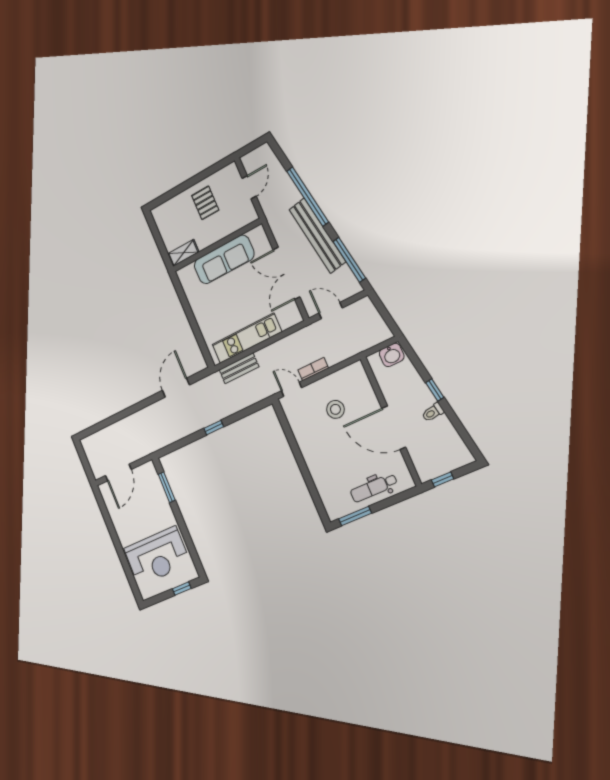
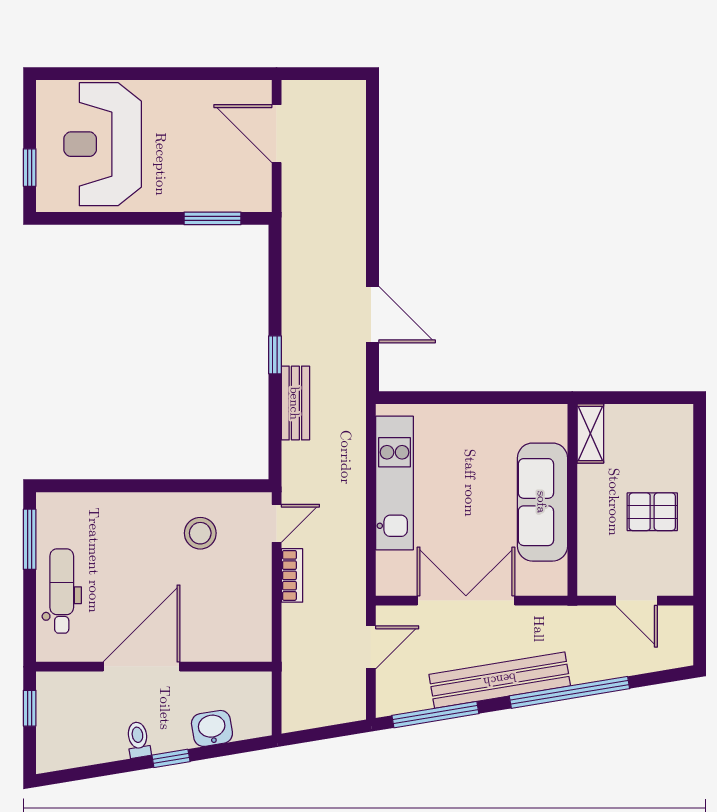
washbasin: (392, 355) -> (212, 728), moved, turned 81
bench: (239, 368) -> (295, 403), moved
stool: (335, 409) -> (200, 533), moved

